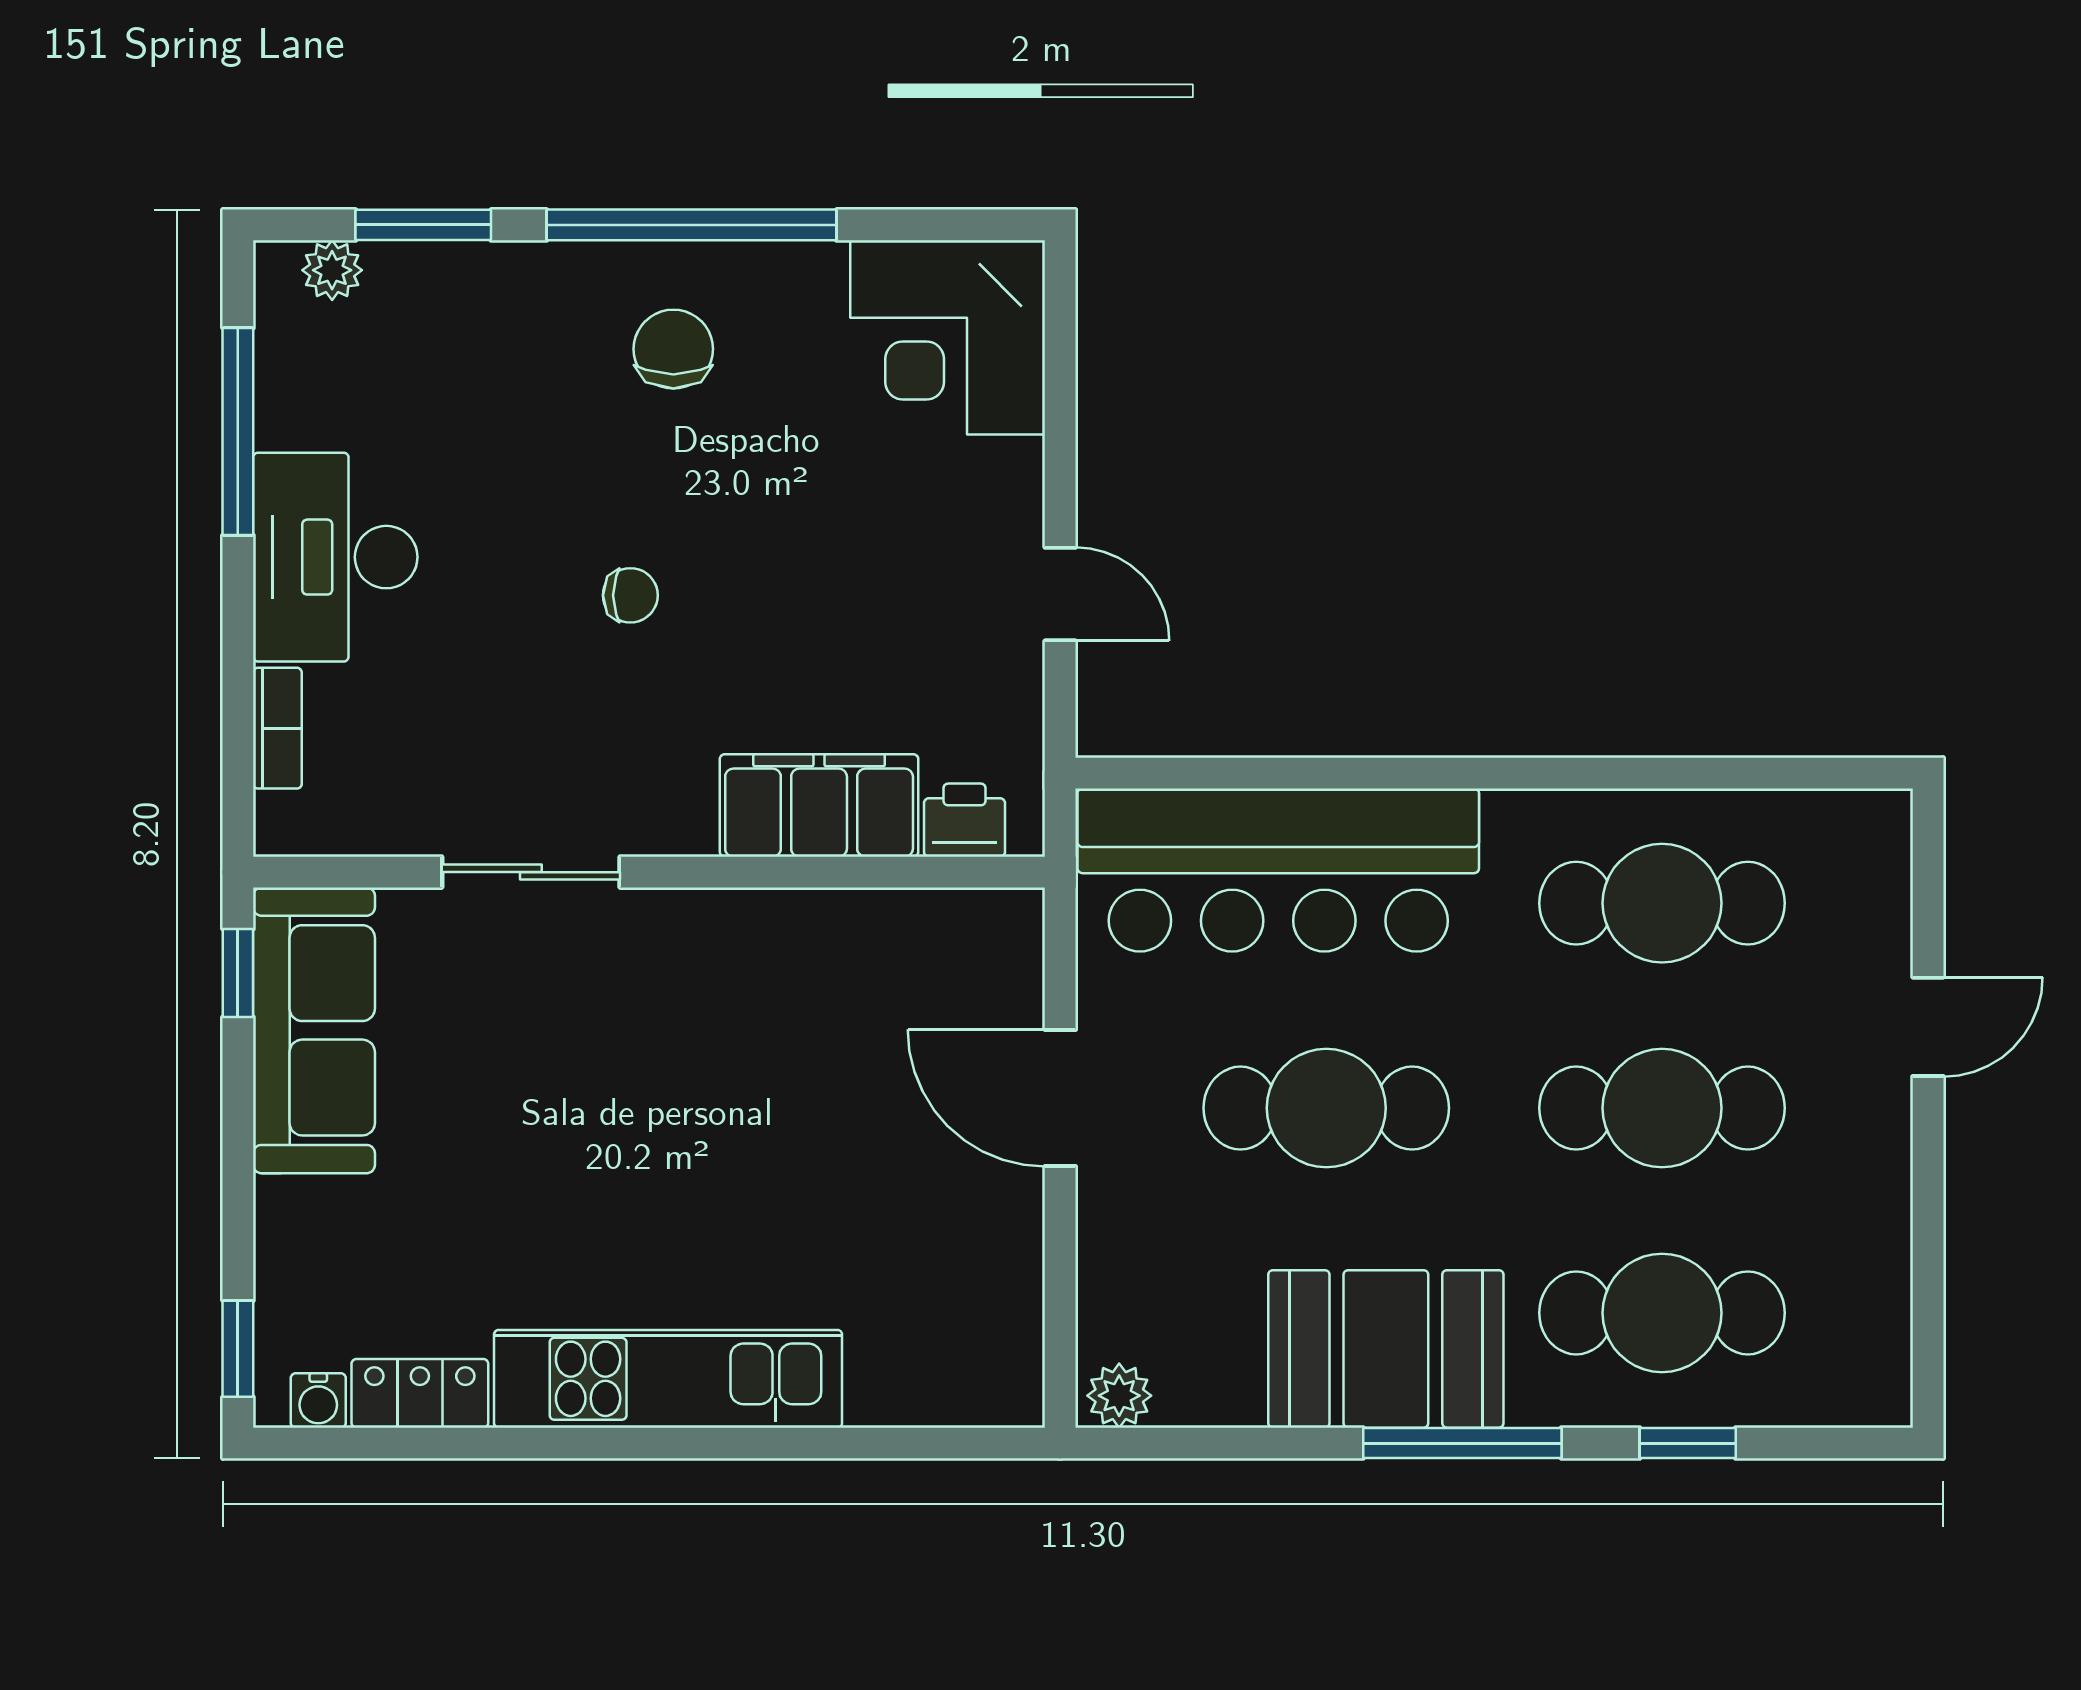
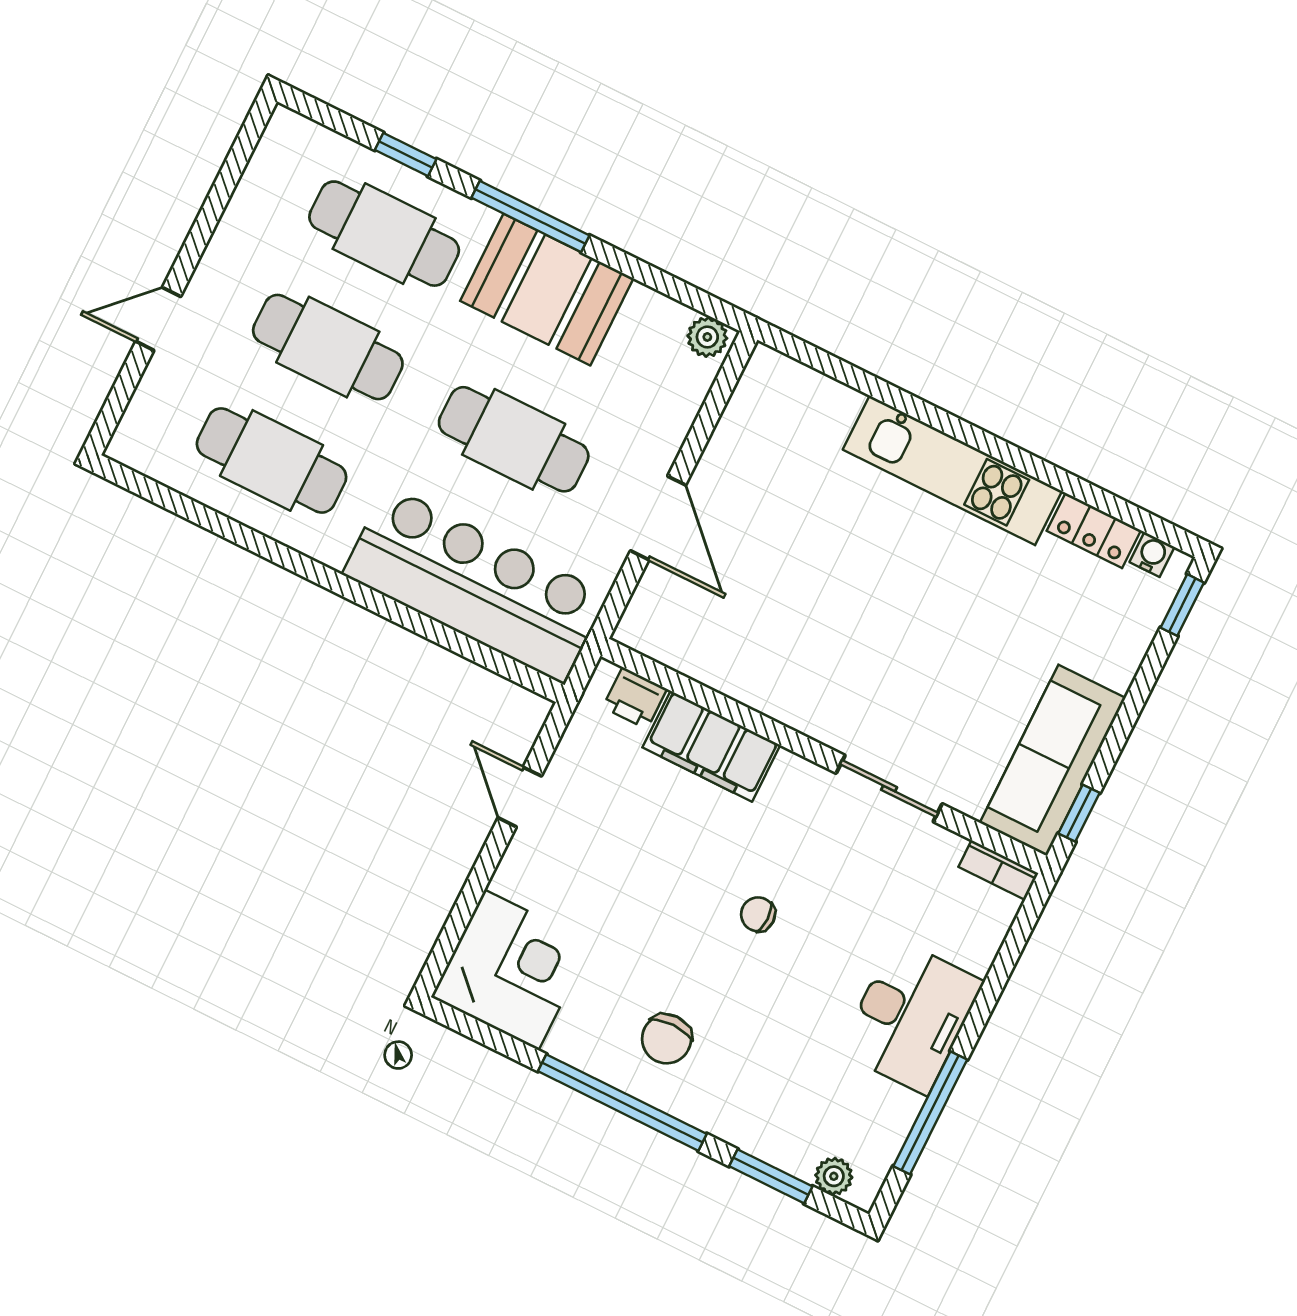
bookcase: (277, 728) -> (998, 870), moved, turned -90

